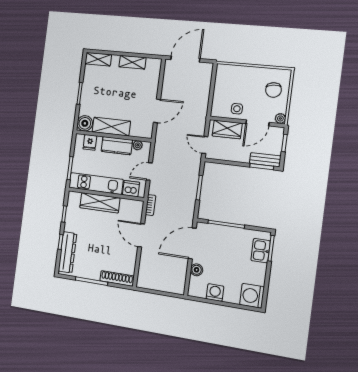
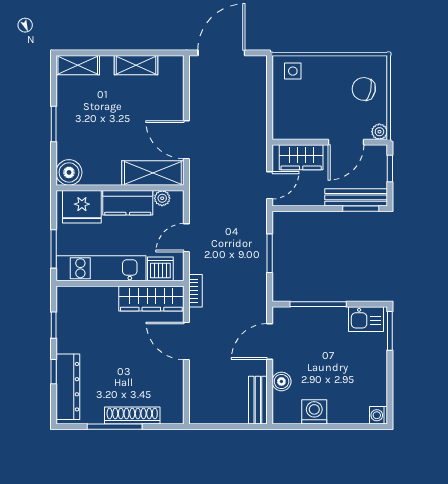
chair: (273, 90) -> (364, 89), turned 110
side table: (237, 109) -> (293, 71), moved
door: (157, 111) -> (186, 140), swing flipped
shelving: (111, 127) -> (153, 173), moved
fridge: (90, 142) -> (82, 207), width x1.88, depth x1.34
door: (205, 145) -> (270, 185), swing flipped
bench: (265, 160) -> (356, 197), width x1.36
wardrobe: (100, 203) -> (151, 298), moved
door: (192, 243) -> (270, 342), width x0.73
kitchen sink: (261, 251) -> (366, 319), moved, turned -90
shoe rack: (117, 278) -> (132, 416), moved
bench: (180, 279) -> (258, 400), added
washing machine: (252, 296) -> (379, 415), width x0.53, depth x0.53

